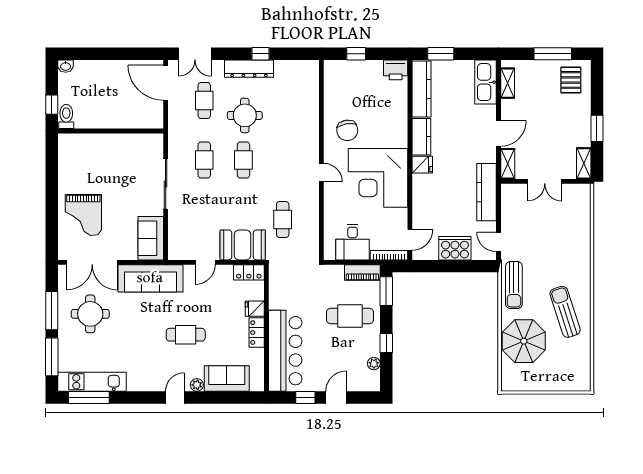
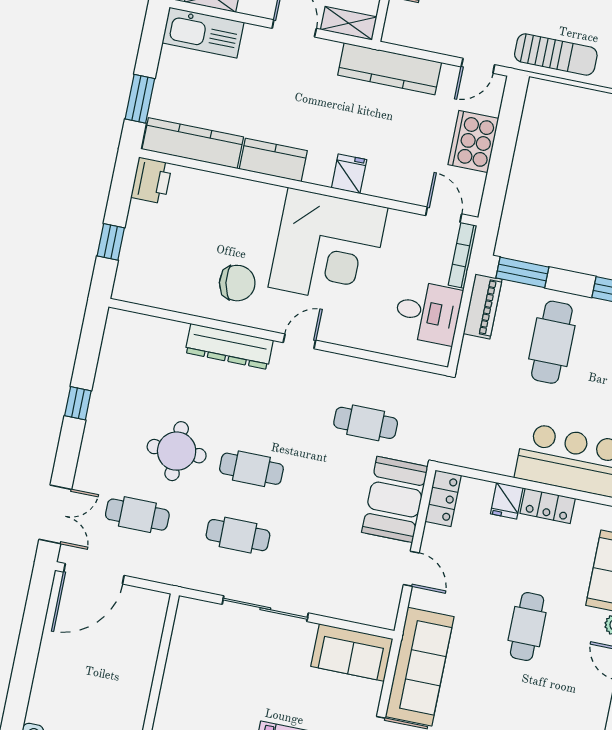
dresser: (249, 69) -> (229, 346), moved, turned 90
fridge: (422, 165) -> (349, 174), moved

